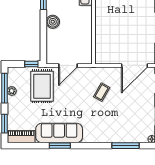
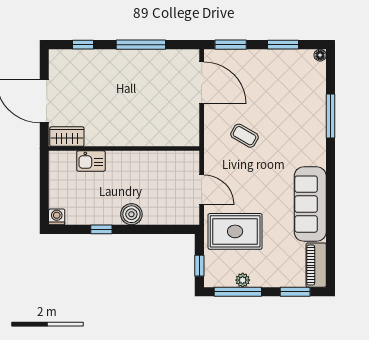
window: (31, 64) -> (199, 266), moved
window: (60, 146) -> (330, 203), removed
window: (125, 146) -> (330, 116), moved

